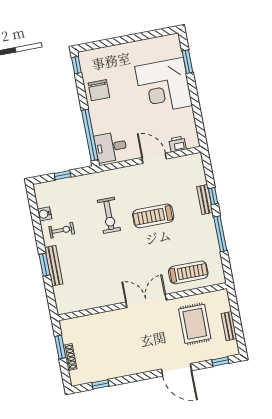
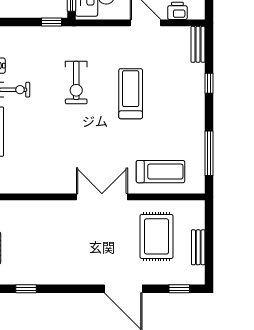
window: (63, 175) -> (52, 22), moved
bench: (205, 200) -> (198, 44), moved
treadmill: (153, 216) -> (131, 94), turned 90
window: (220, 234) -> (209, 153), moved

